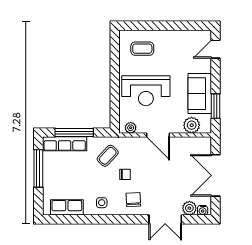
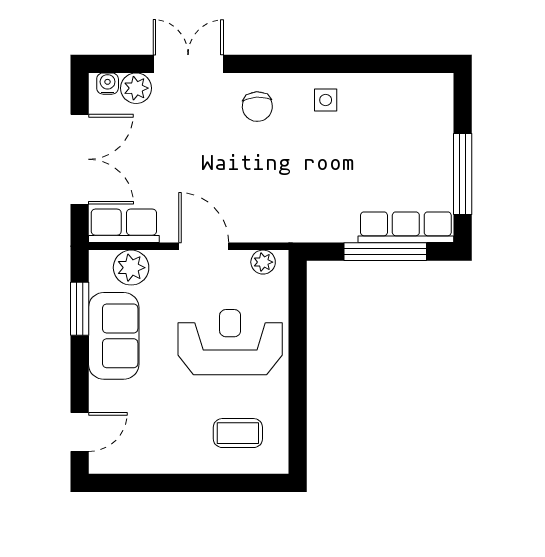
coffee table: (108, 156) -> (313, 201), removed
chair: (125, 174) -> (275, 161), removed
row of seats: (67, 207) -> (124, 226), moved, turned 180

